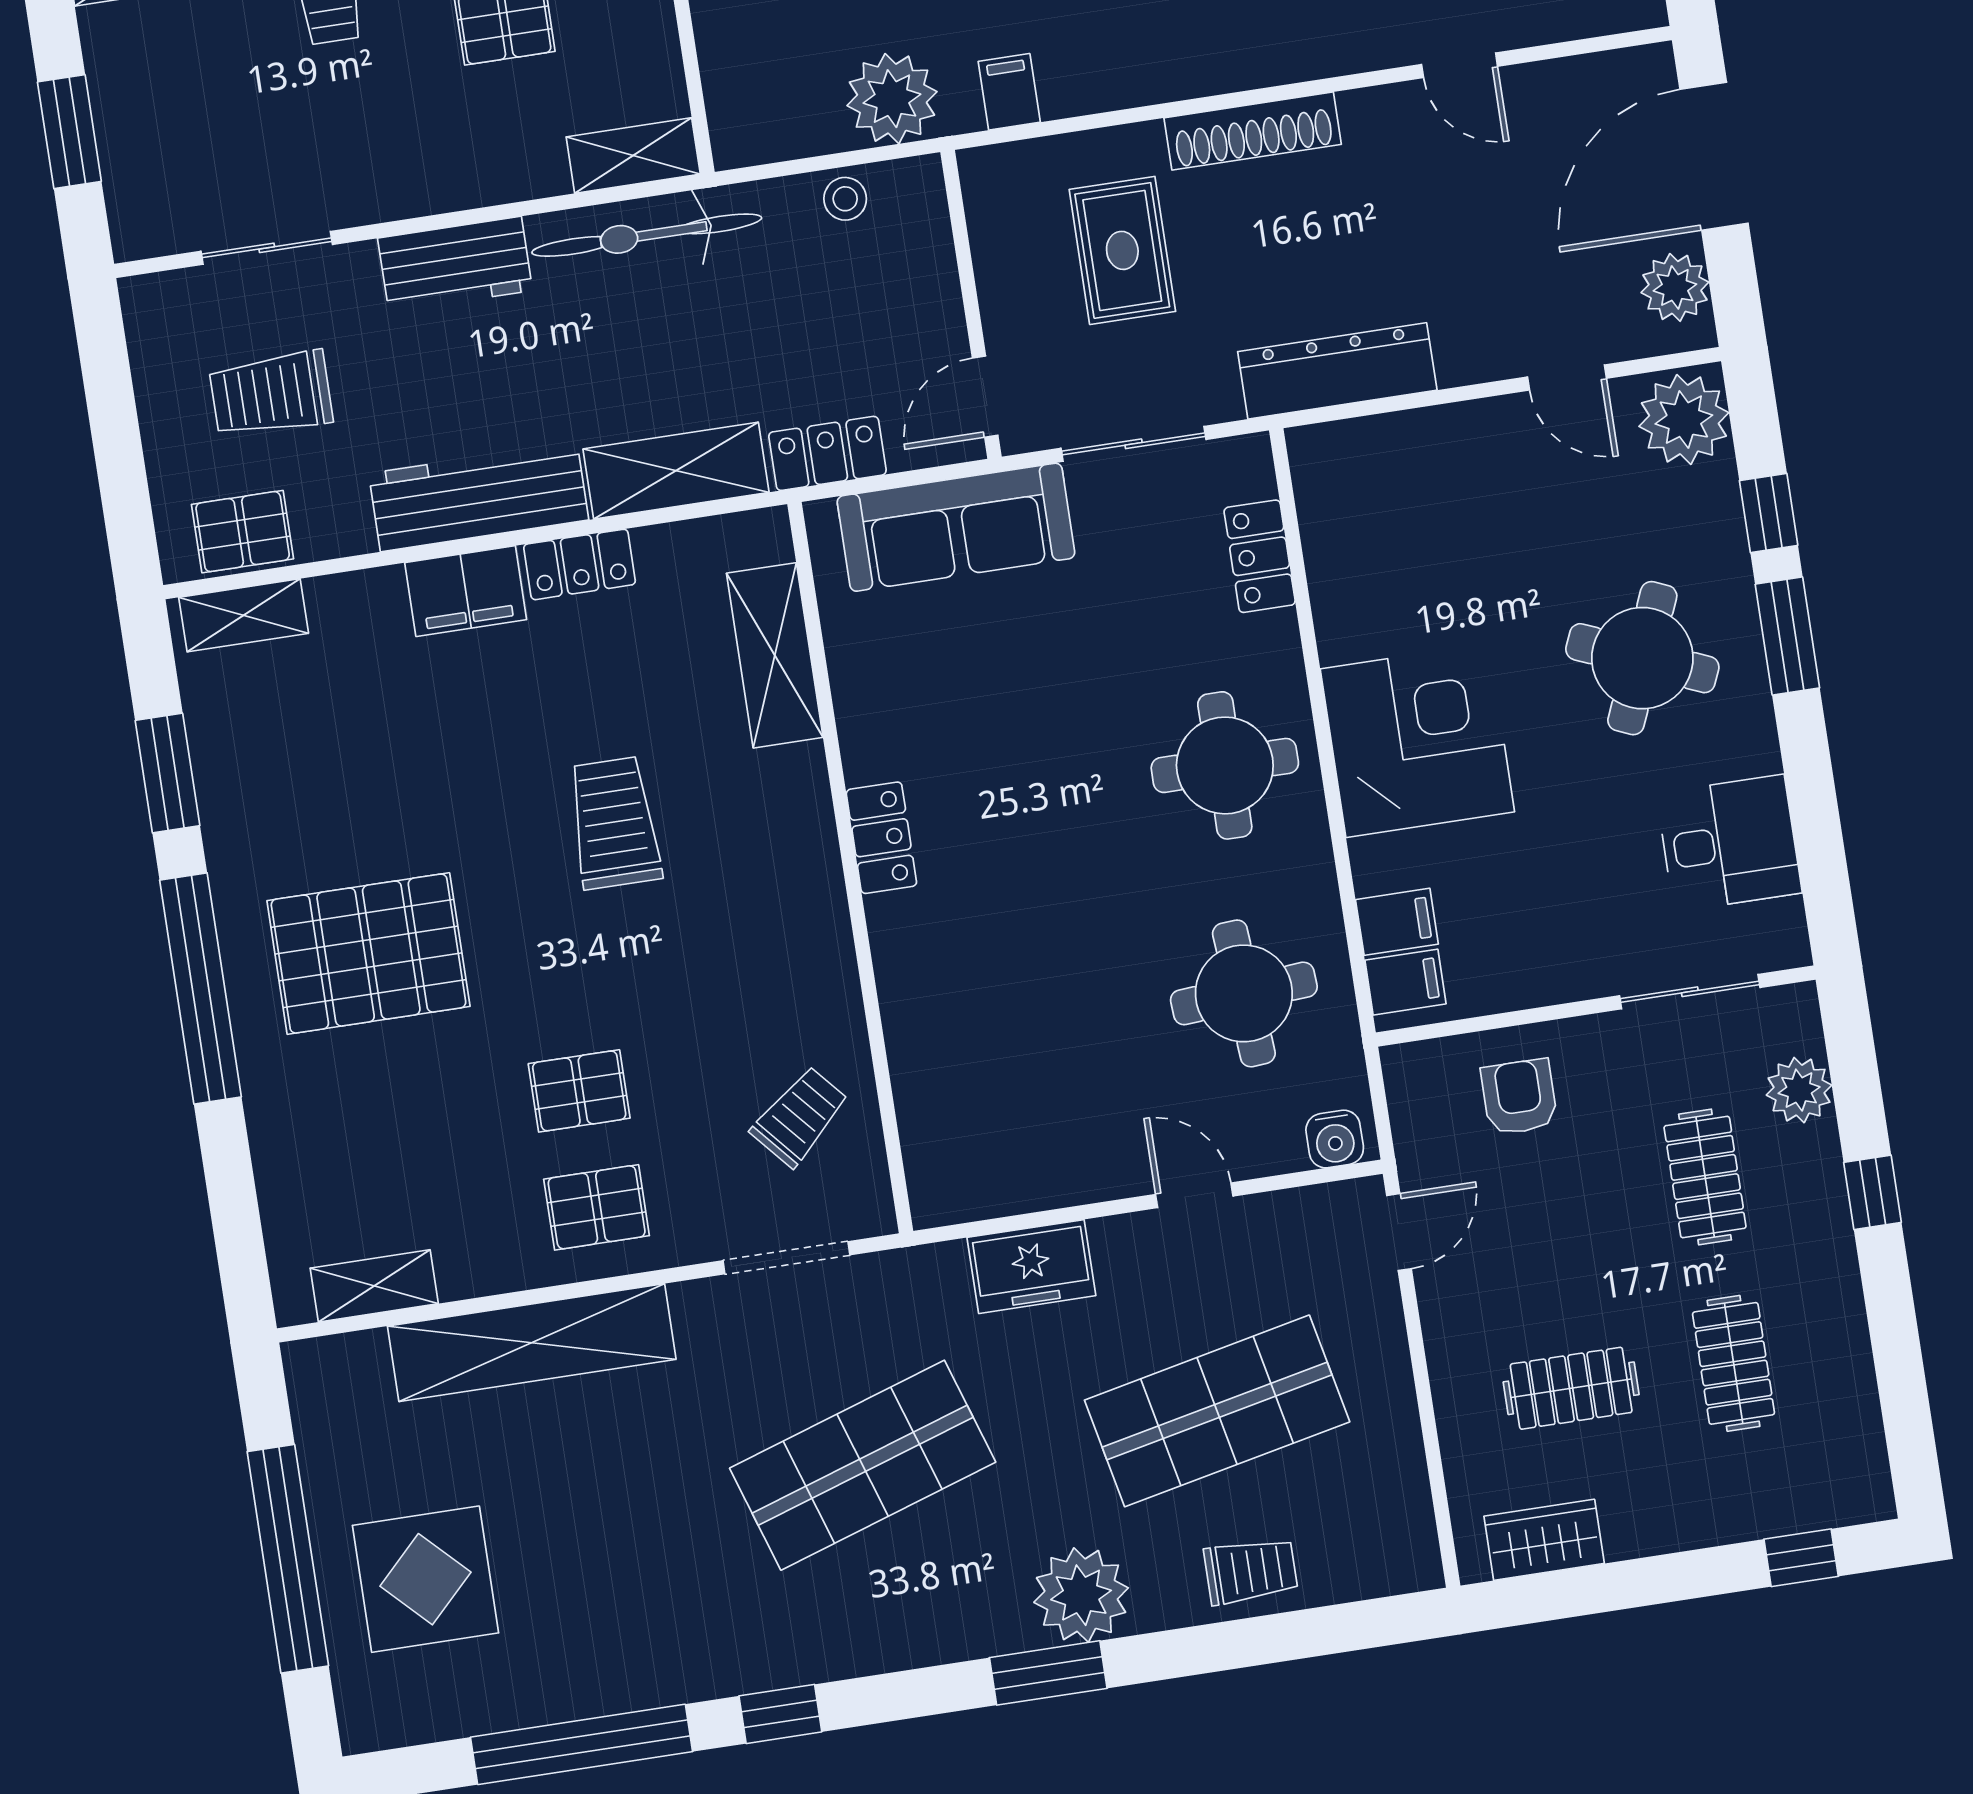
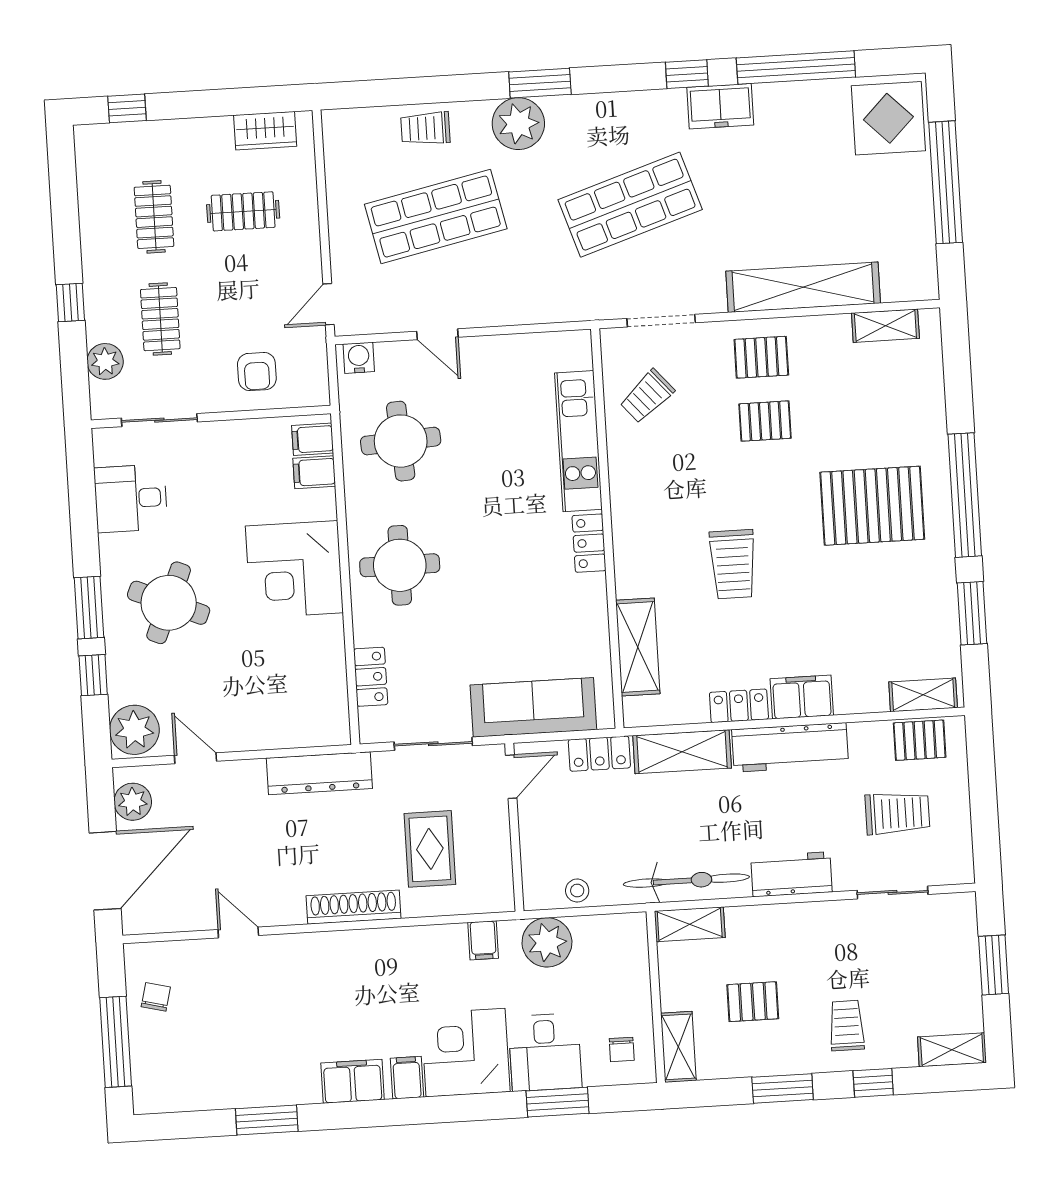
kitchen unit: (918, 1023) -> (578, 441), added
freezer: (1031, 1267) -> (720, 106), moved, turned 180
display table: (425, 1579) -> (888, 118), moved

